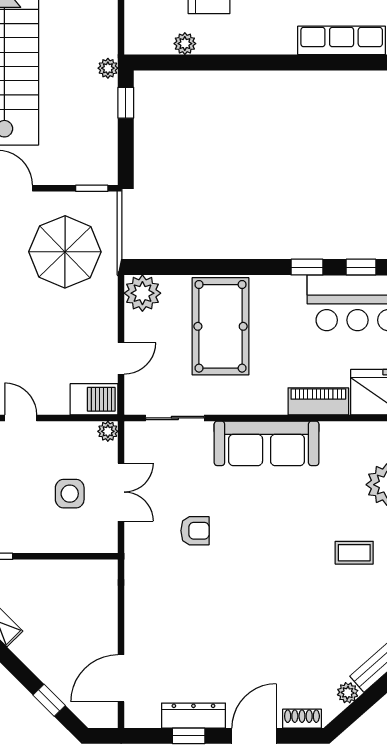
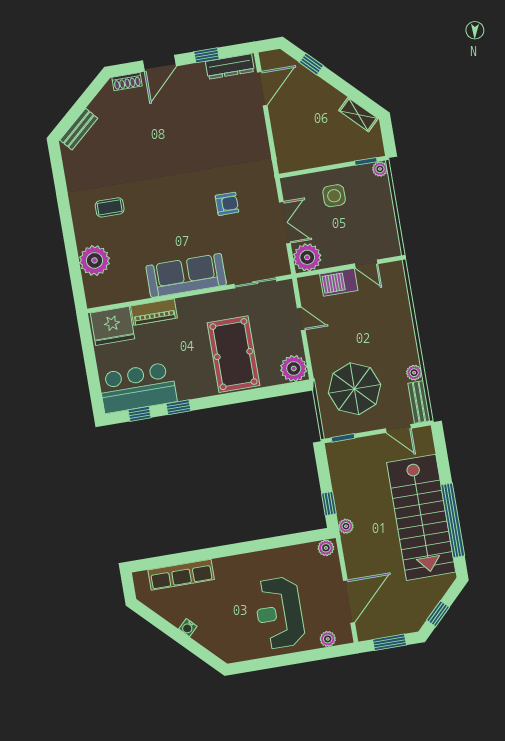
plant: (185, 44) -> (326, 548), moved
door: (121, 358) -> (301, 319), swing flipped
barbecue: (94, 399) -> (339, 282), moved
plant: (108, 431) -> (307, 257), width x1.87, depth x1.87
double door: (121, 492) -> (285, 223), swing flipped
side table: (70, 494) -> (334, 196), moved
armchair: (195, 531) -> (227, 204), turned 180
plant: (348, 693) -> (97, 106), removed
dresser: (193, 716) -> (230, 66), moved

